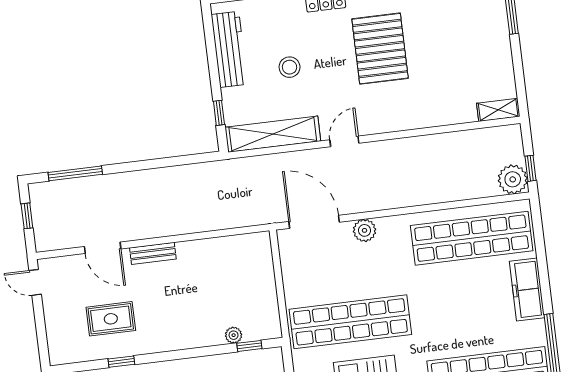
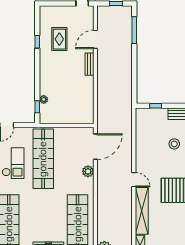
shelving: (273, 134) -> (142, 211), moved
door: (344, 141) -> (134, 180), moved

